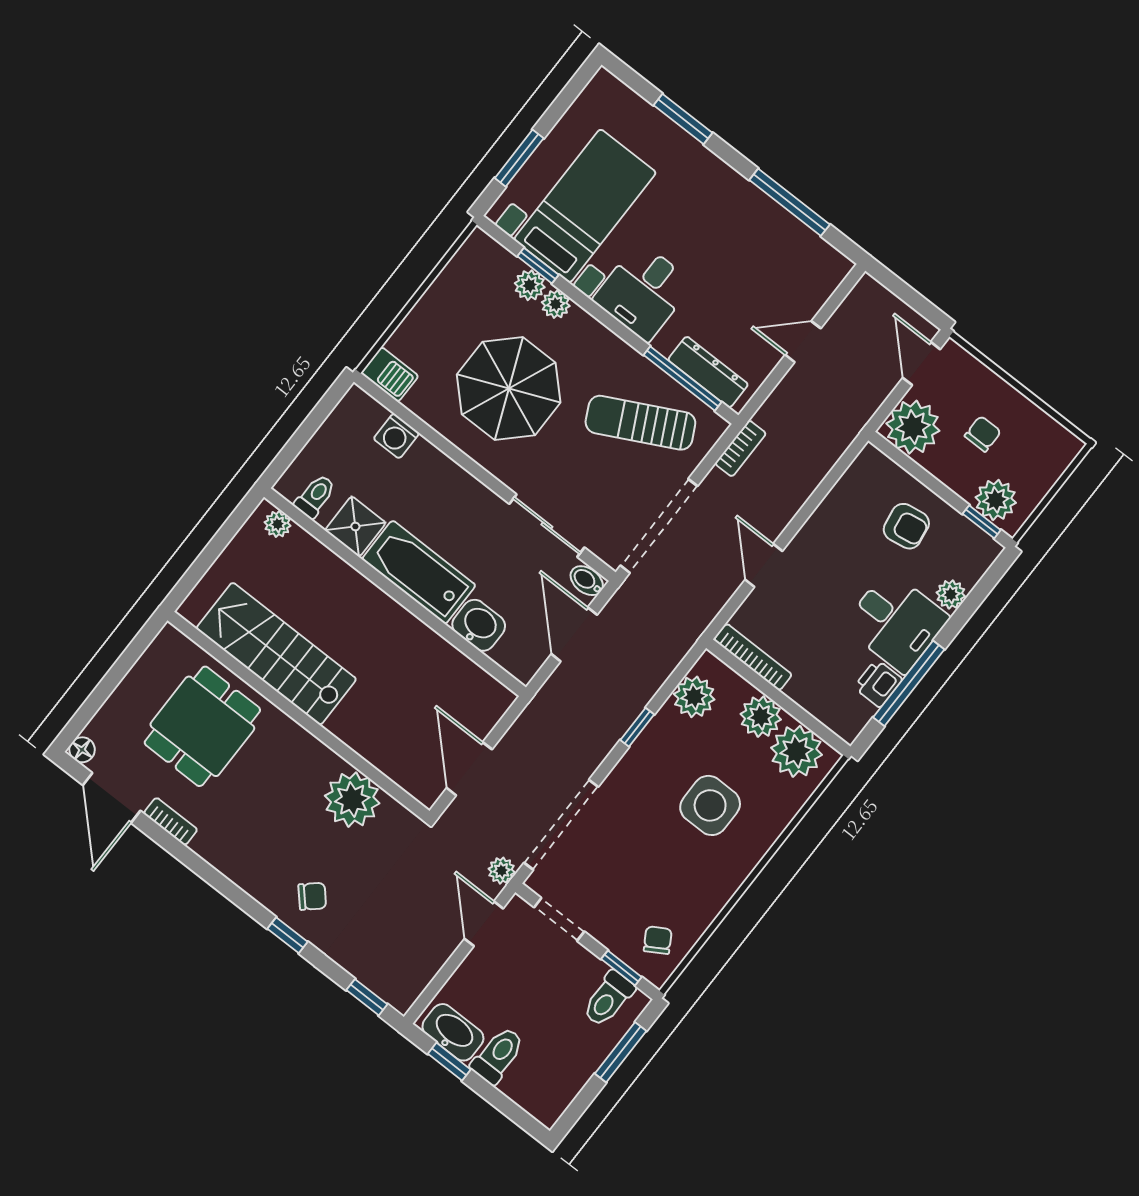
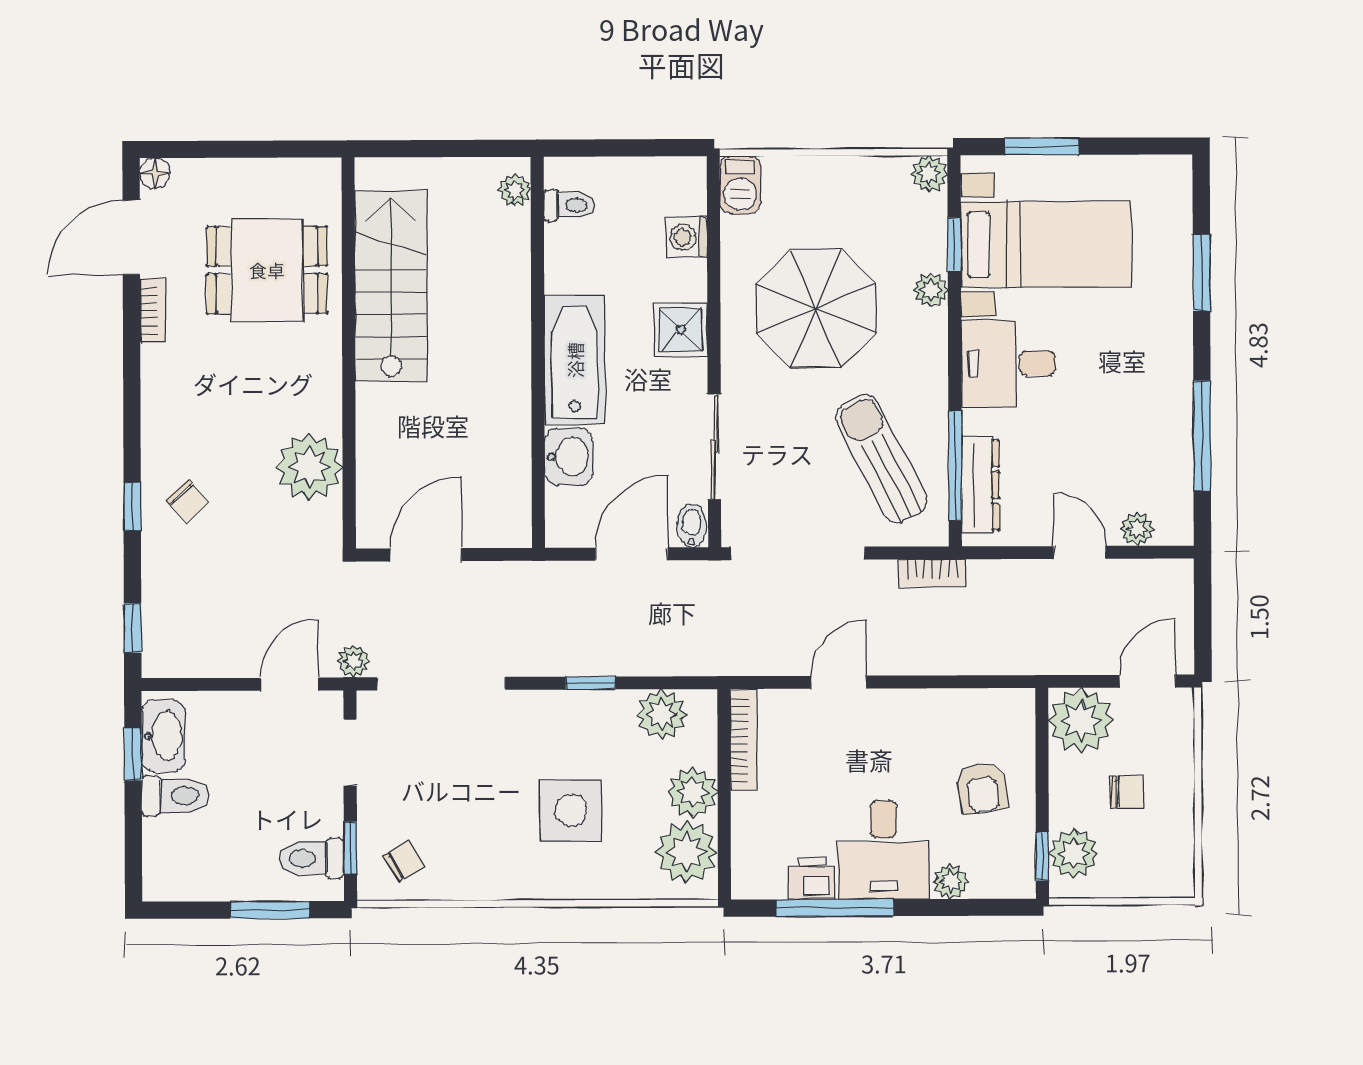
plant: (530, 285) -> (929, 174), moved
plant: (817, 292) -> (1137, 529), added
shower: (355, 527) -> (681, 330), moved

